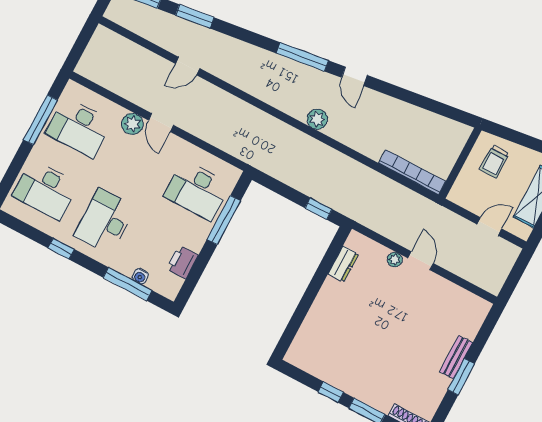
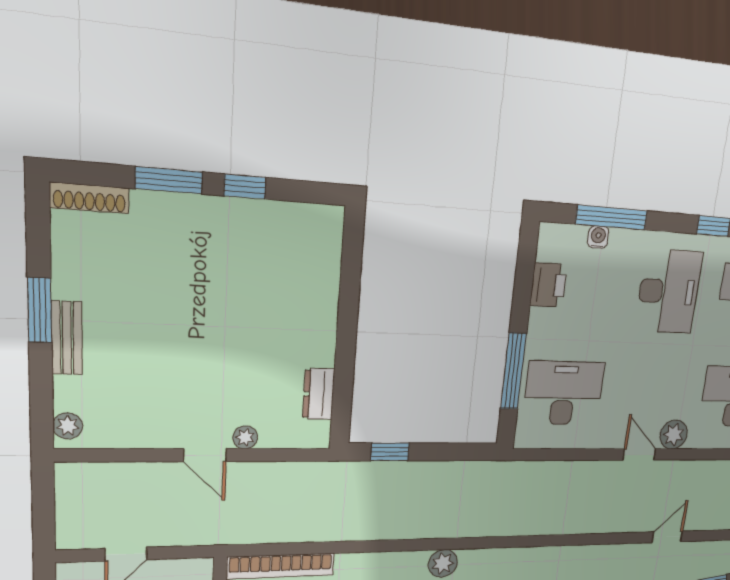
door: (188, 66) -> (667, 537), moved
plant: (480, 312) -> (68, 426), added

